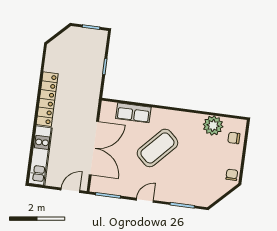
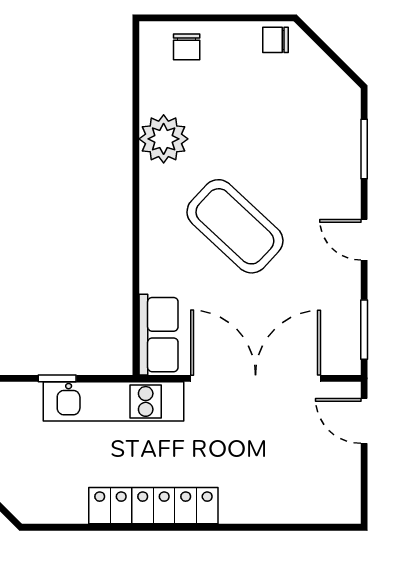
row of seats: (133, 113) -> (159, 335), moved
plant: (213, 126) -> (164, 139), moved
kitchen unit: (40, 156) -> (113, 401), moved, turned 180

